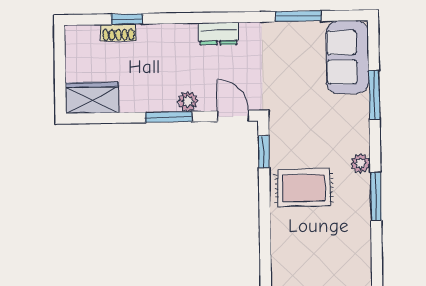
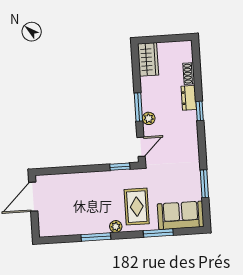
window: (127, 19) -> (200, 111), moved
dresser: (218, 34) -> (189, 98), moved
rug: (304, 188) -> (137, 207), moved

